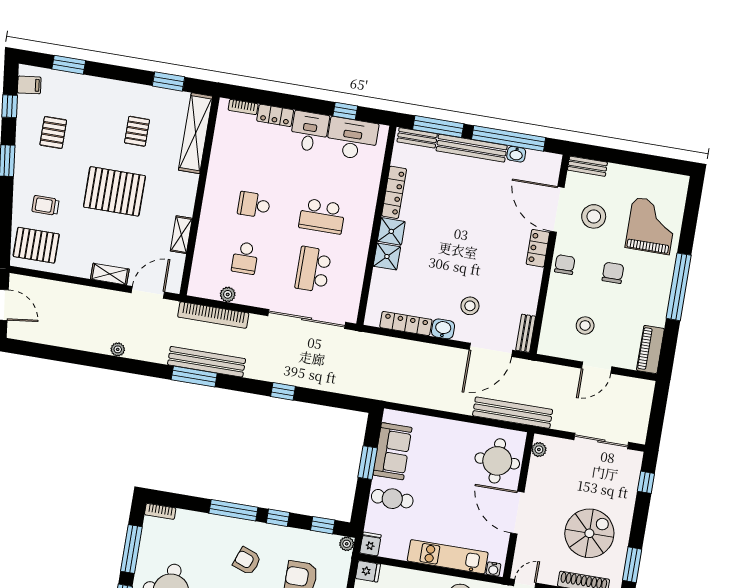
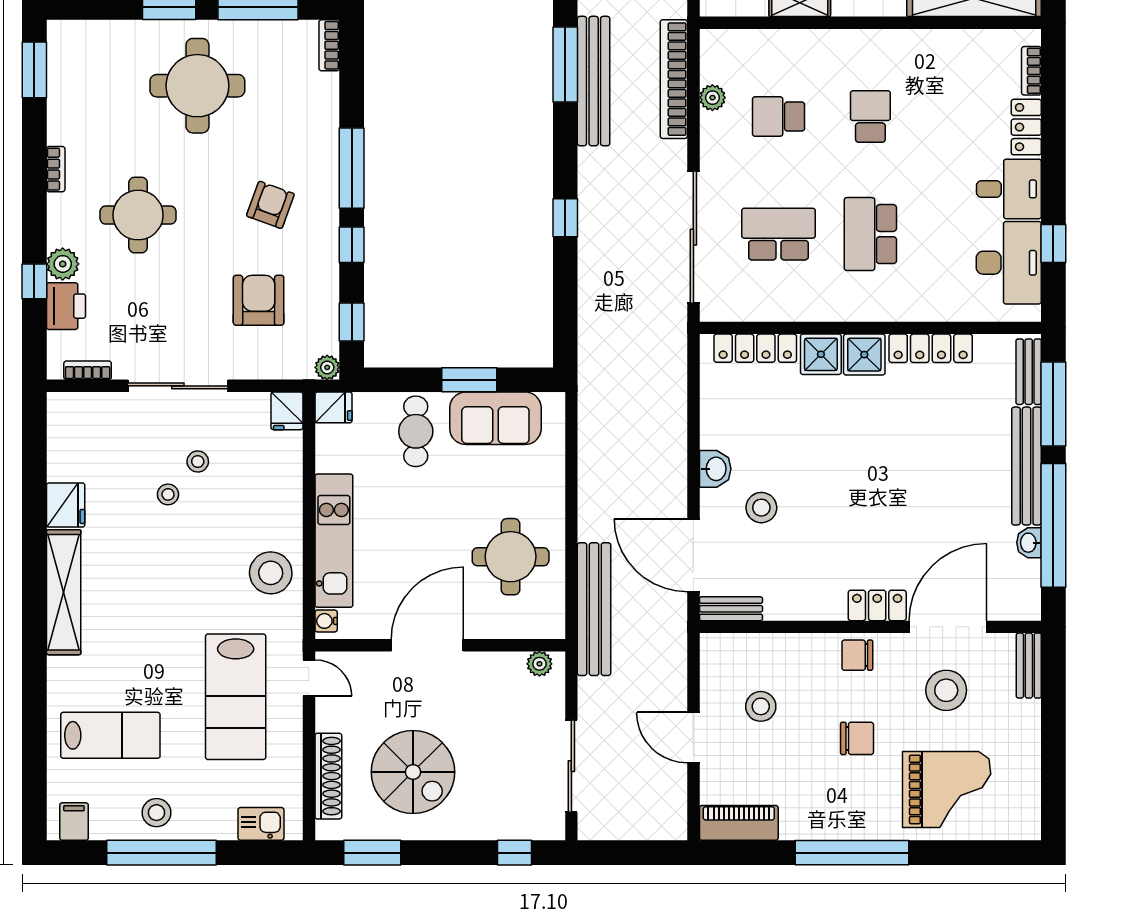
chair: (565, 265) -> (857, 655), turned 180
locker: (406, 324) -> (755, 348), moved, turned 90
round table: (497, 461) -> (511, 557), moved

